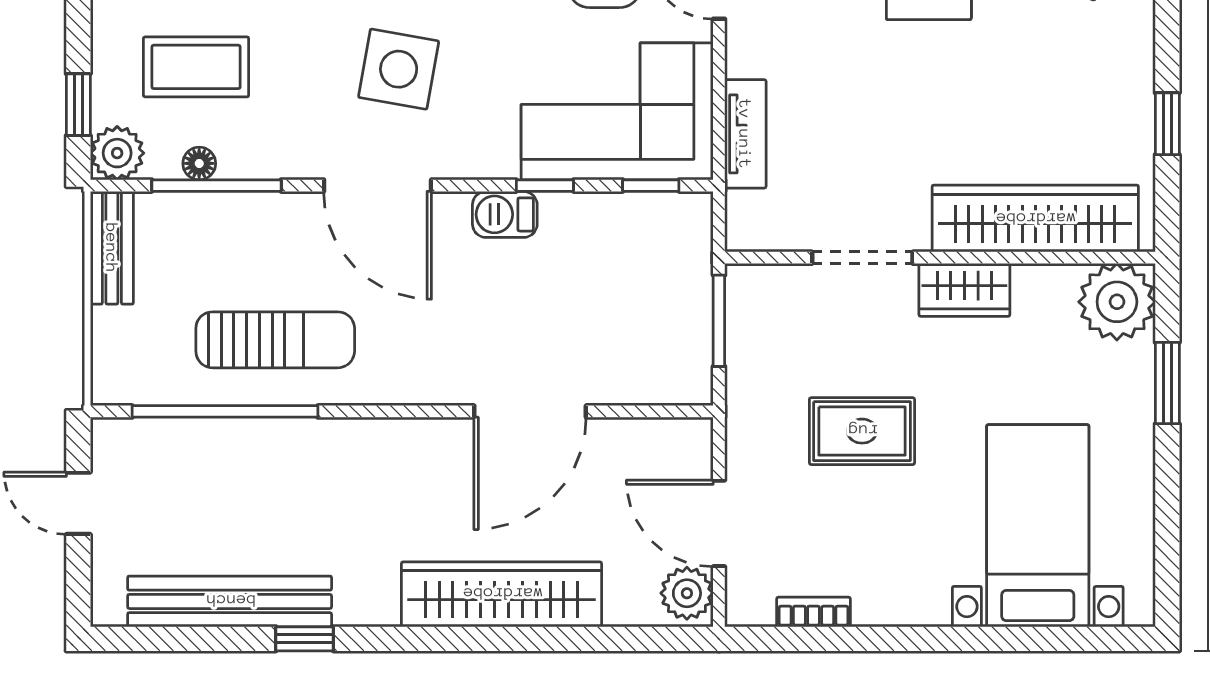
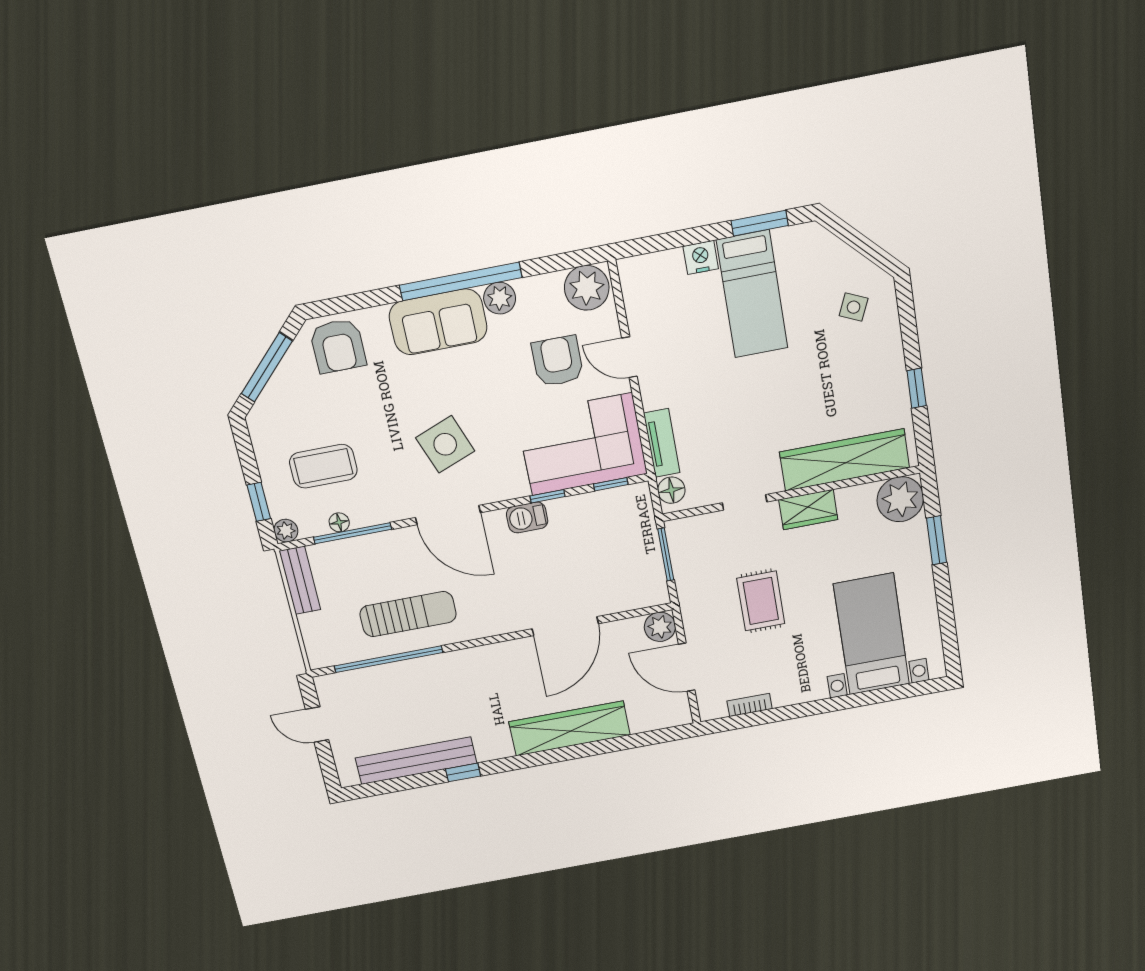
side table: (399, 69) -> (445, 444), turned -31
plant: (117, 153) -> (286, 531), width x0.73, depth x0.73
floor lamp: (747, 214) -> (671, 490), added
doorway: (862, 258) -> (745, 502), width x0.73
rug: (862, 431) -> (761, 601), turned 90
plant: (687, 593) -> (660, 627), moved

